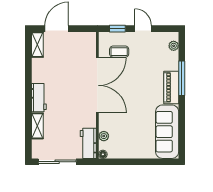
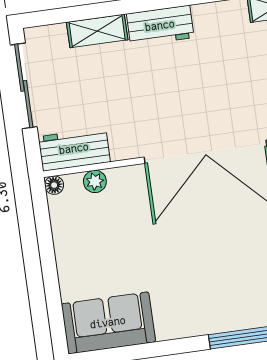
piano: (171, 87) -> (224, 316), removed
sofa: (167, 132) -> (108, 323), width x0.73

